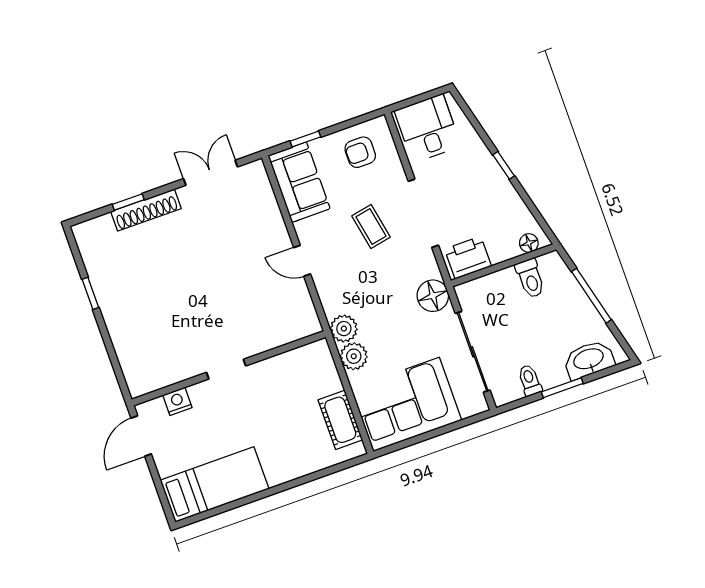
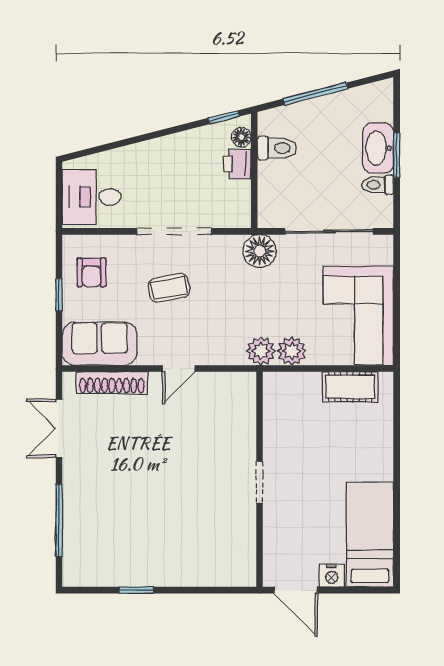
window: (305, 139) -> (59, 295), moved
window: (504, 165) -> (224, 117), moved
window: (128, 202) -> (59, 520), width x2.17
shoe rack: (146, 210) -> (112, 383), moved, turned 90
printer: (468, 258) -> (237, 164), moved, width x0.73, depth x0.81
washbasin: (589, 360) -> (378, 148), moved
nightstand: (177, 401) -> (332, 576), moved, turned -90

